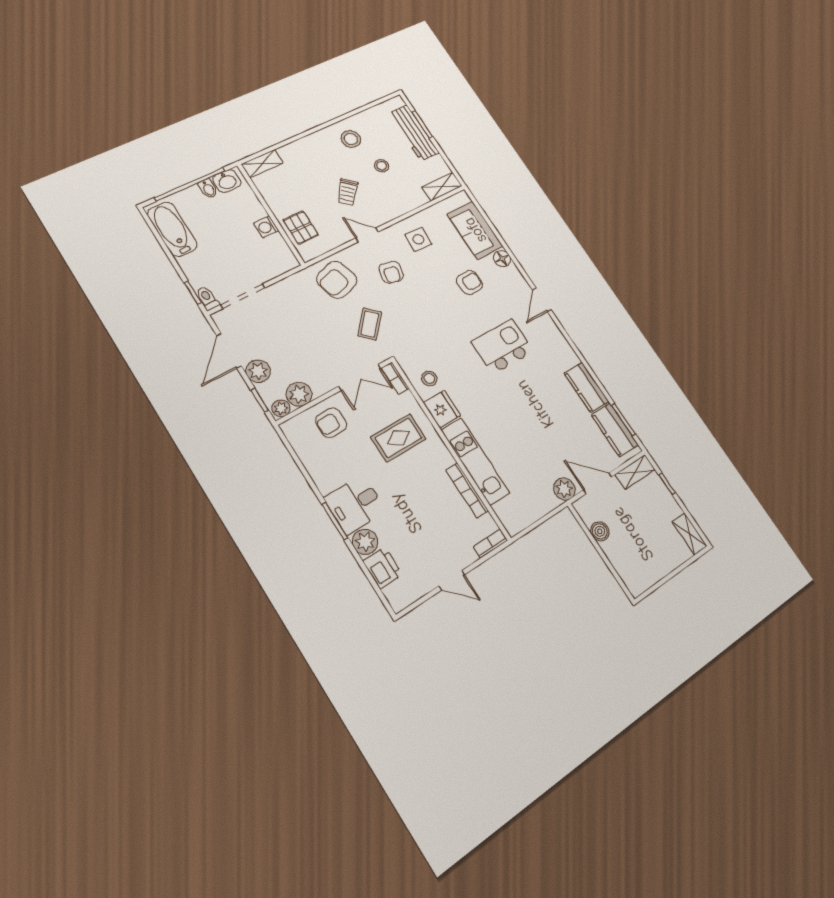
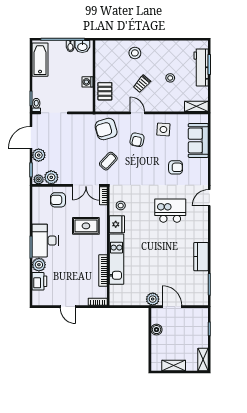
stool: (351, 139) -> (135, 53), moved
shelving: (262, 164) -> (106, 45), removed
floor lamp: (502, 259) -> (203, 164), removed
kitchen counter: (615, 430) -> (201, 286), removed
shelving: (635, 472) -> (174, 366), moved
desk: (355, 504) -> (45, 241), width x1.37

